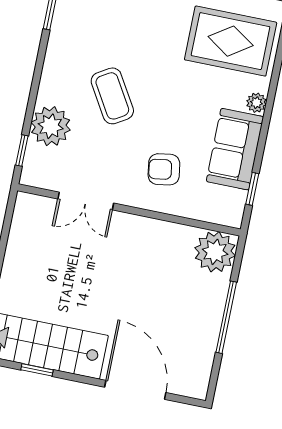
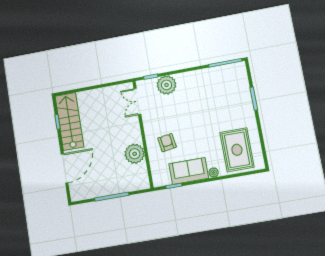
coffee table: (112, 96) -> (191, 107), removed
double door: (86, 201) -> (137, 101), moved
plant: (215, 252) -> (135, 154), moved

